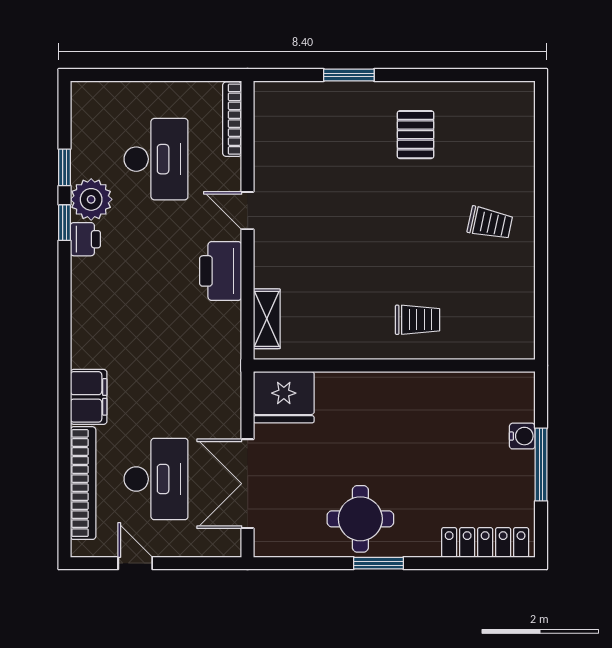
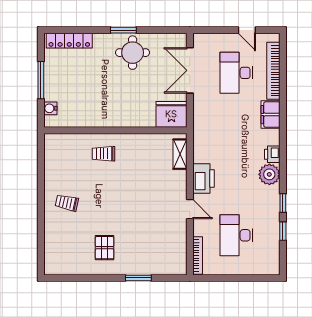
plant: (91, 199) -> (269, 174), moved
printer: (85, 239) -> (272, 154), moved
water cooler: (522, 436) -> (50, 108), moved
double door: (248, 484) -> (190, 70), swing flipped

